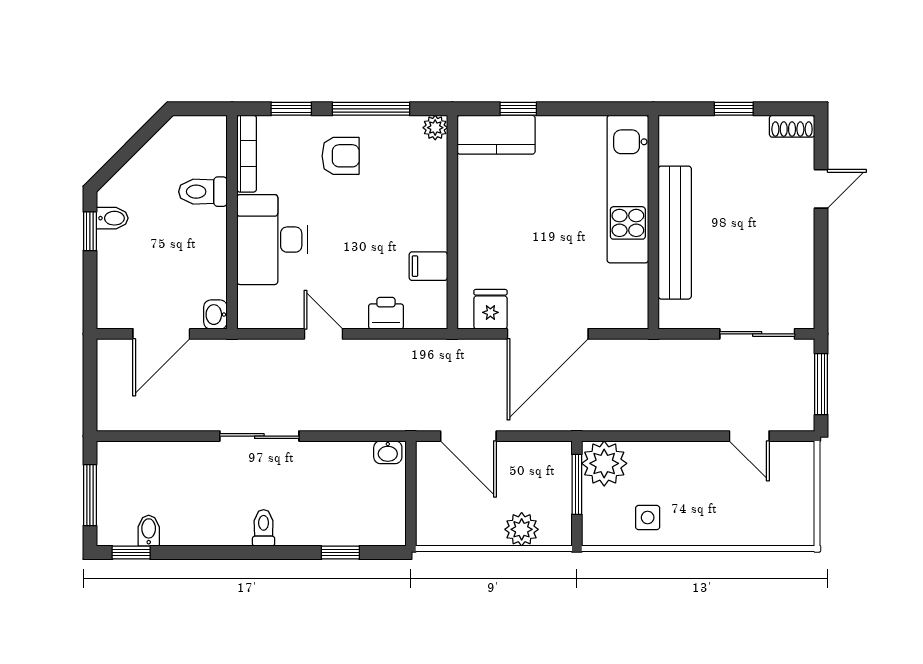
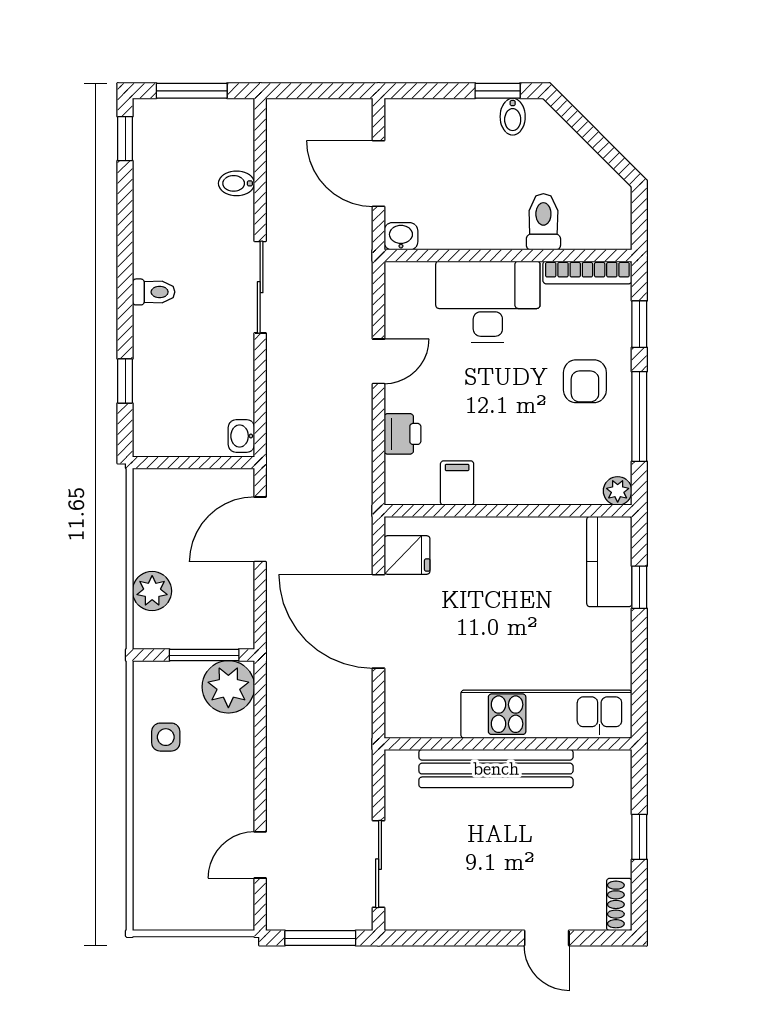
bidet: (149, 531) -> (237, 183), moved, turned 180

